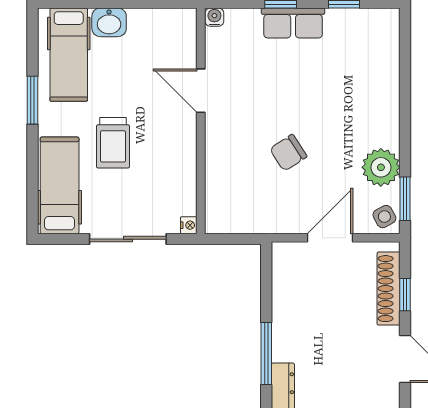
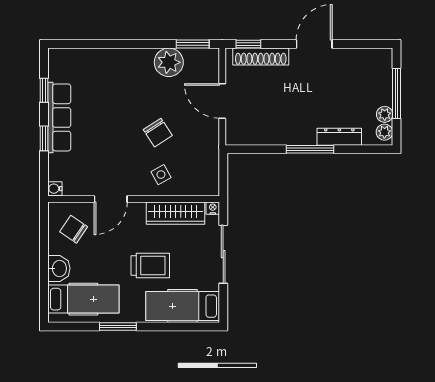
row of seats: (293, 23) -> (59, 117), width x1.48
chair: (161, 42) -> (74, 229), added
wardrobe: (182, 176) -> (176, 213), added
side table: (384, 217) -> (161, 175), moved
window: (405, 295) -> (248, 44), moved

